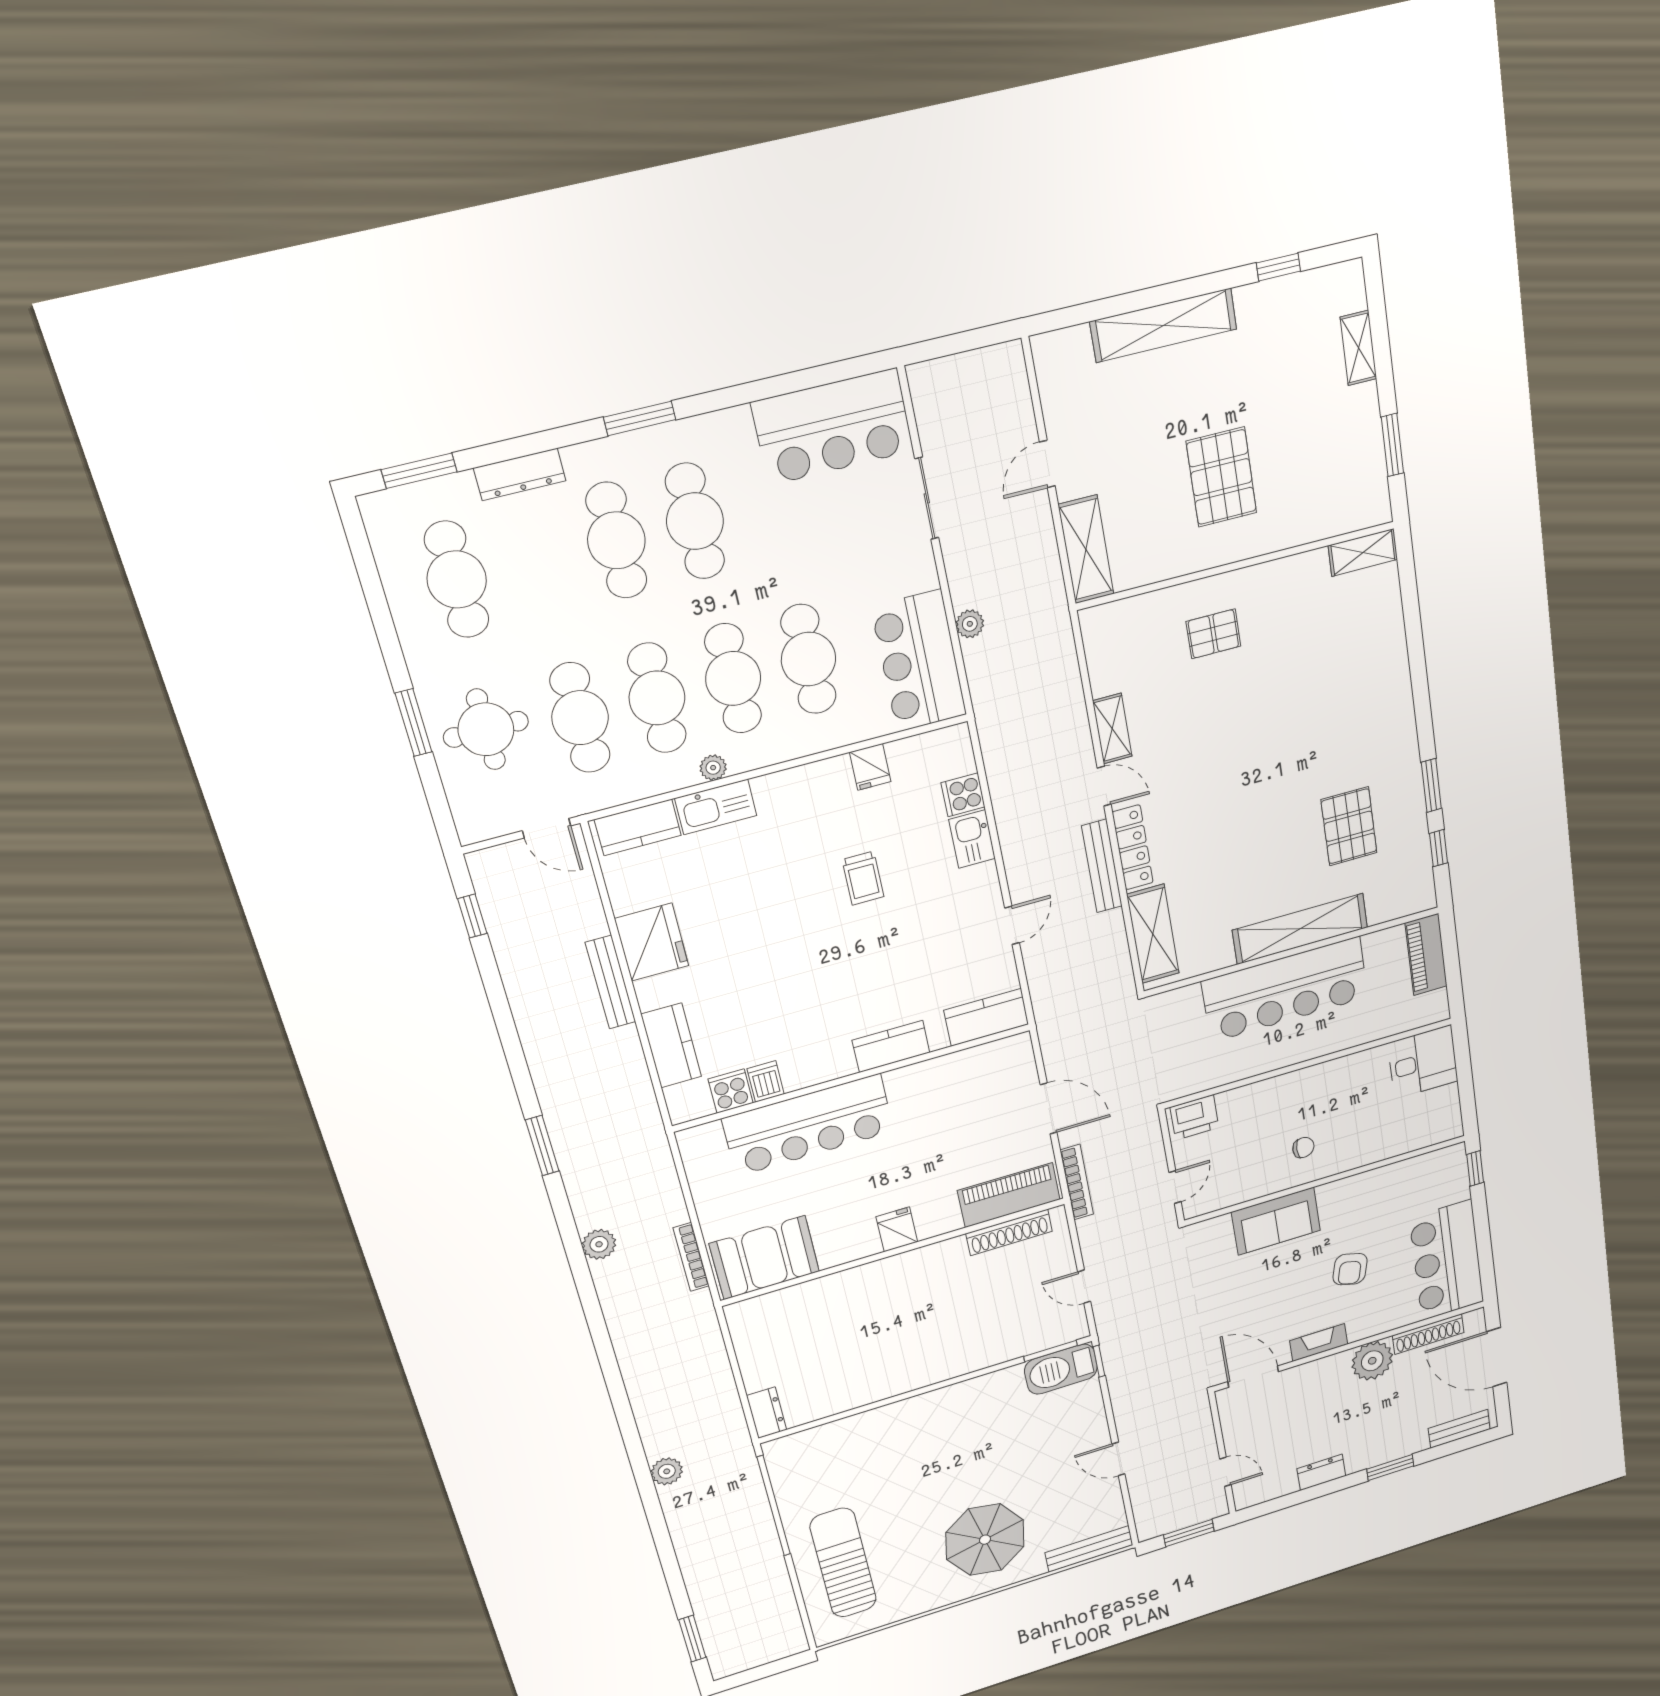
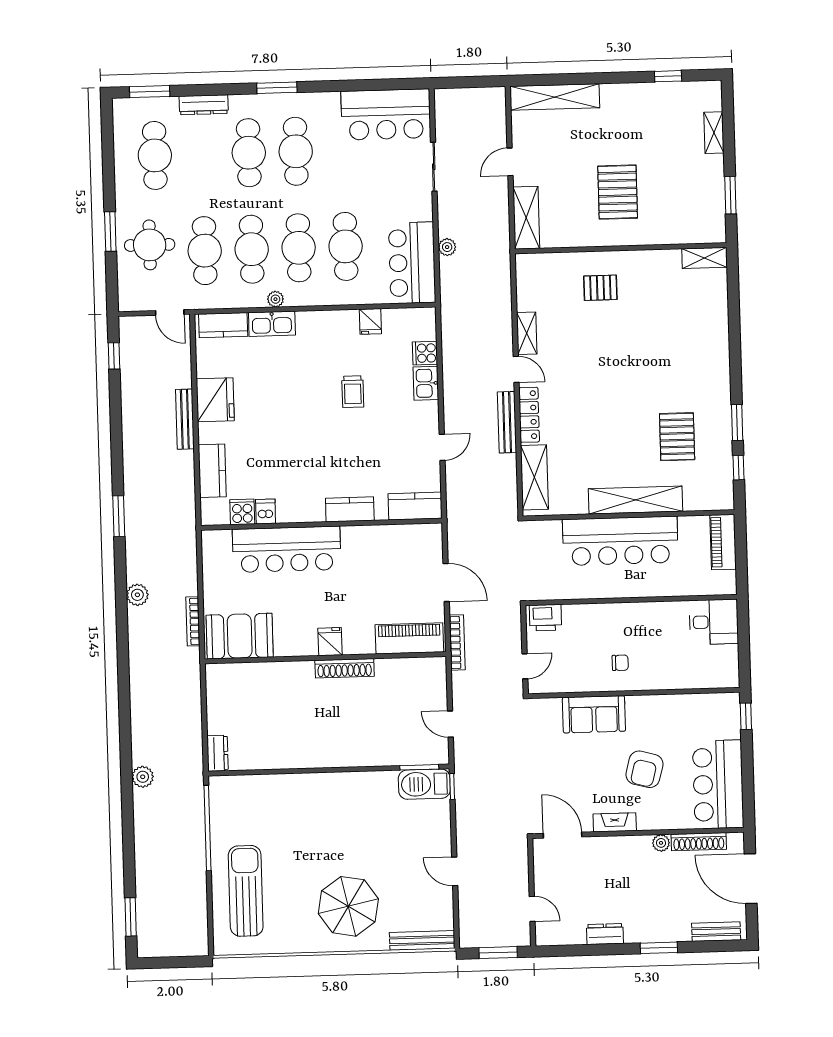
shelving: (1164, 325) -> (555, 97), moved
shoe rack: (1009, 1232) -> (345, 668), moved
armchair: (1350, 1269) -> (644, 769), width x1.38, depth x1.38
plant: (1372, 1361) -> (661, 843), width x0.53, depth x0.53

